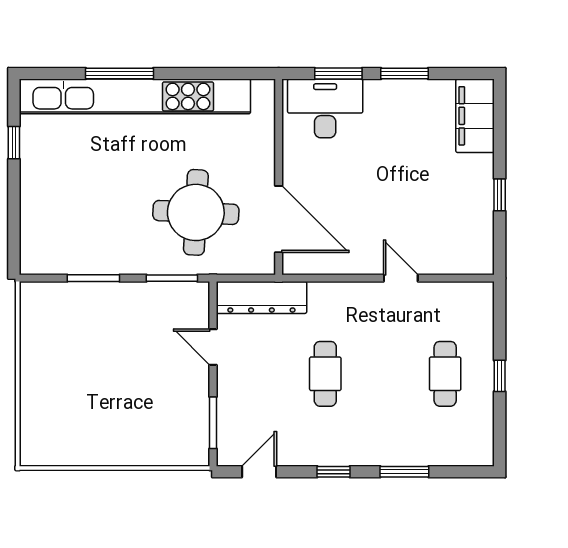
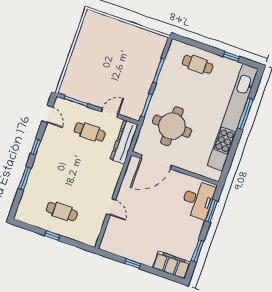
window: (404, 73) -> (197, 251), moved
cafe table: (54, 205) -> (198, 64), added
door: (401, 278) -> (111, 207), hinge flipped
cafe table: (325, 374) -> (90, 132), moved

